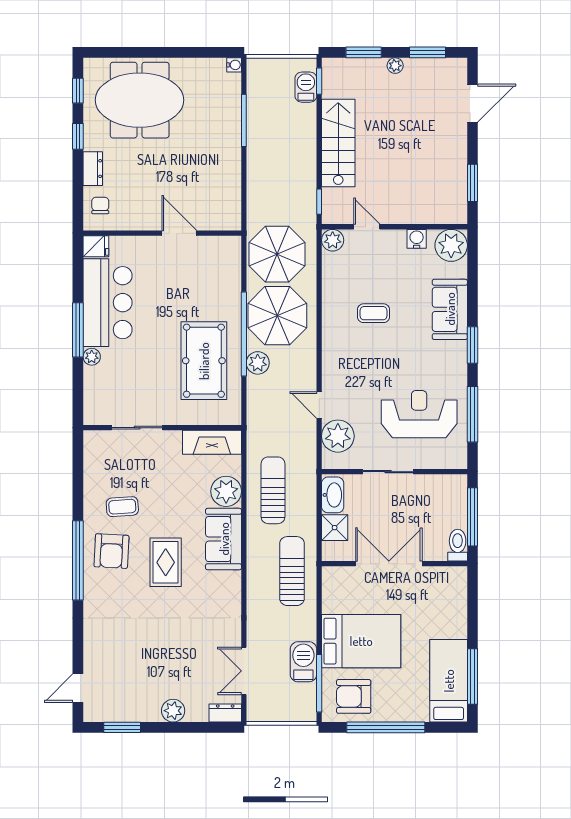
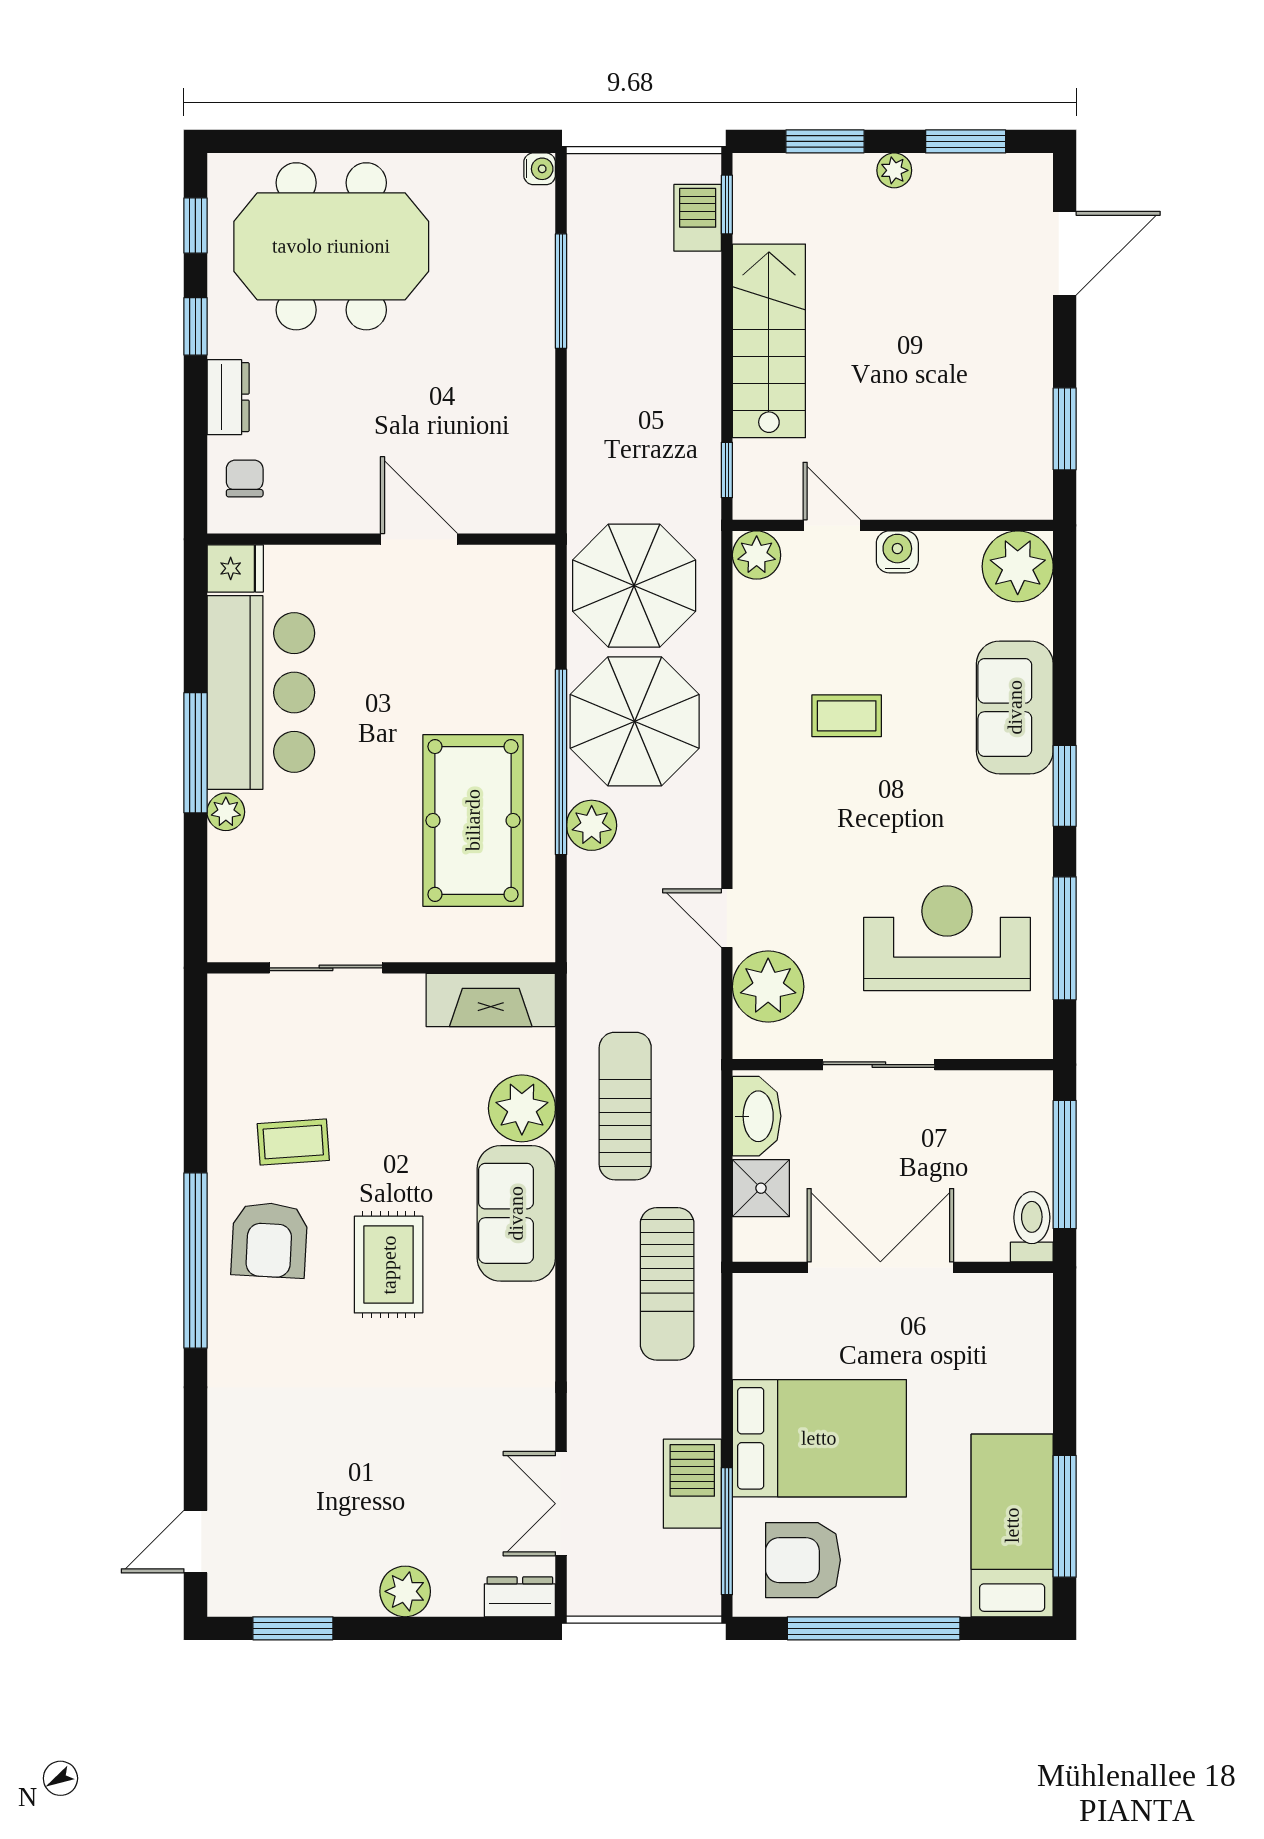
water cooler: (417, 239) -> (897, 552), moved
sun lounger: (292, 571) -> (667, 1284), turned 180

